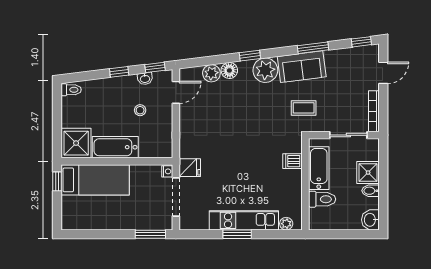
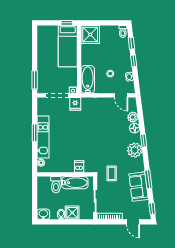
window: (155, 67) -> (131, 43), moved
sofa: (302, 67) -> (139, 187), moved
bathtub: (115, 147) -> (88, 79), moved

